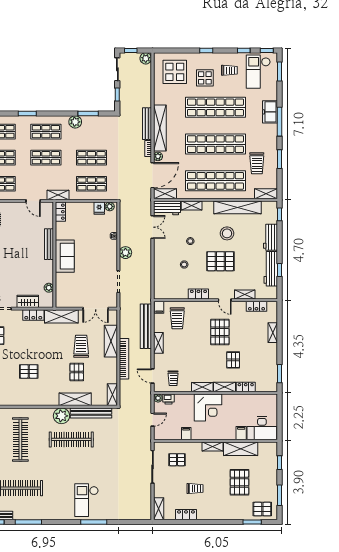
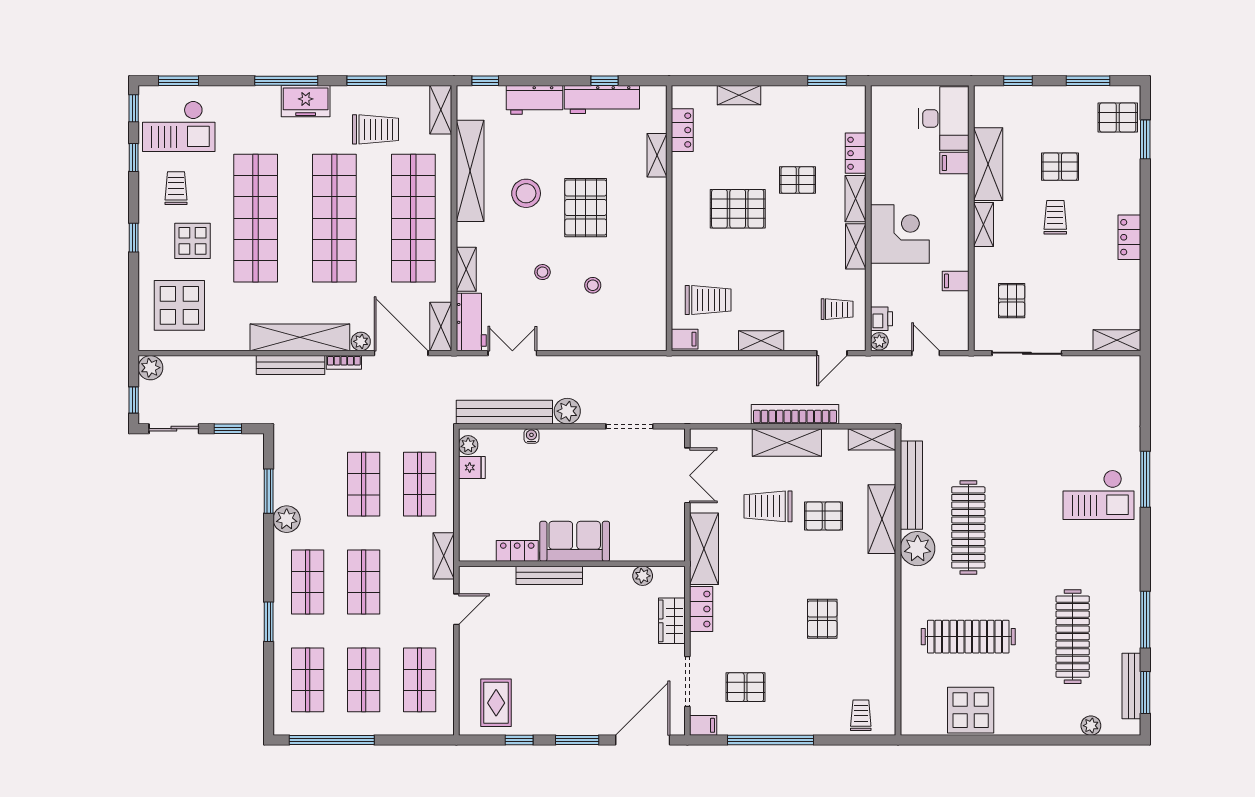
freezer: (270, 112) -> (306, 101), moved
locker: (60, 212) -> (517, 551), moved
locker: (198, 294) -> (656, 255), removed
door: (225, 300) -> (669, 198), removed
bench: (146, 326) -> (504, 412), moved
shelving: (111, 341) -> (787, 442), moved
pallet: (239, 482) -> (1060, 167), width x0.67, depth x0.71
trolley: (195, 489) -> (1055, 217), moved
pallet: (262, 509) -> (1118, 118), turned 90
locker: (186, 515) -> (1129, 237), moved

